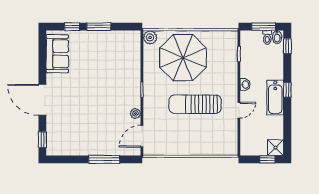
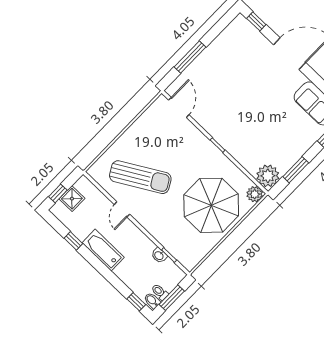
window: (99, 27) -> (296, 170), moved
washbasin: (245, 85) -> (159, 255), moved
window: (287, 90) -> (73, 241), moved
sun lounger: (195, 104) -> (140, 177), moved, turned 60
plant: (135, 114) -> (268, 176), moved, width x1.88, depth x1.88
shower: (276, 148) -> (72, 199), moved

